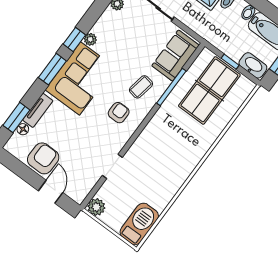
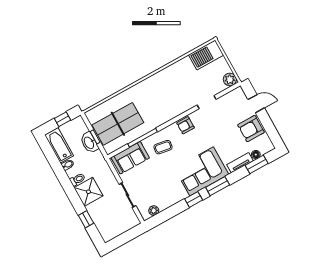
plant: (90, 39) -> (183, 195), removed
washbasin: (253, 65) -> (89, 143), moved
armchair: (119, 113) -> (185, 125), moved
door: (51, 192) -> (256, 104), swing flipped

